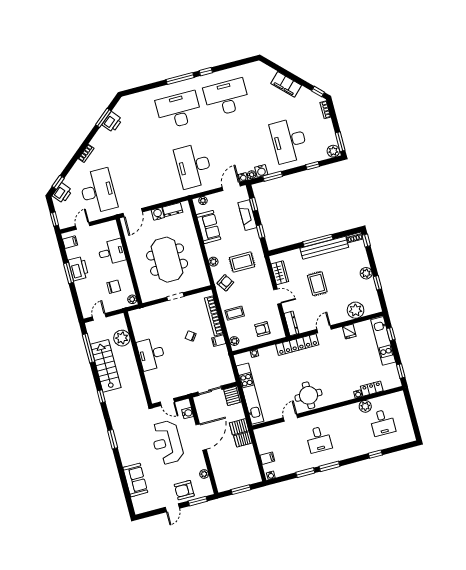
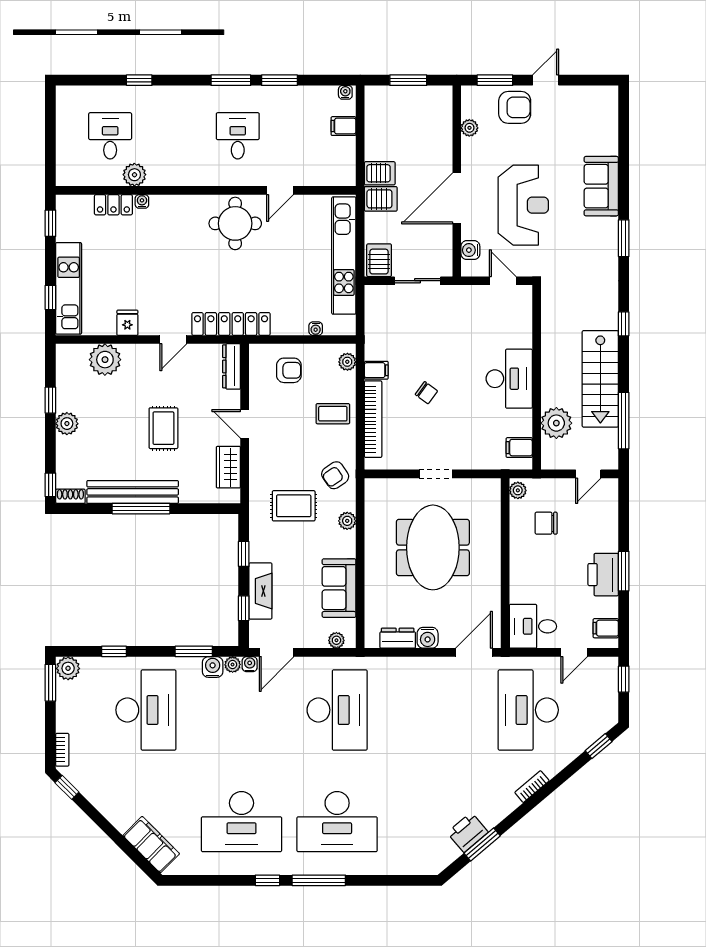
filing cabinet: (286, 84) -> (151, 845), moved
printer: (62, 193) -> (596, 724), removed
desk: (112, 252) -> (533, 626), moved
filing cabinet: (137, 321) -> (519, 448), added
sofa: (135, 480) -> (601, 186), moved

